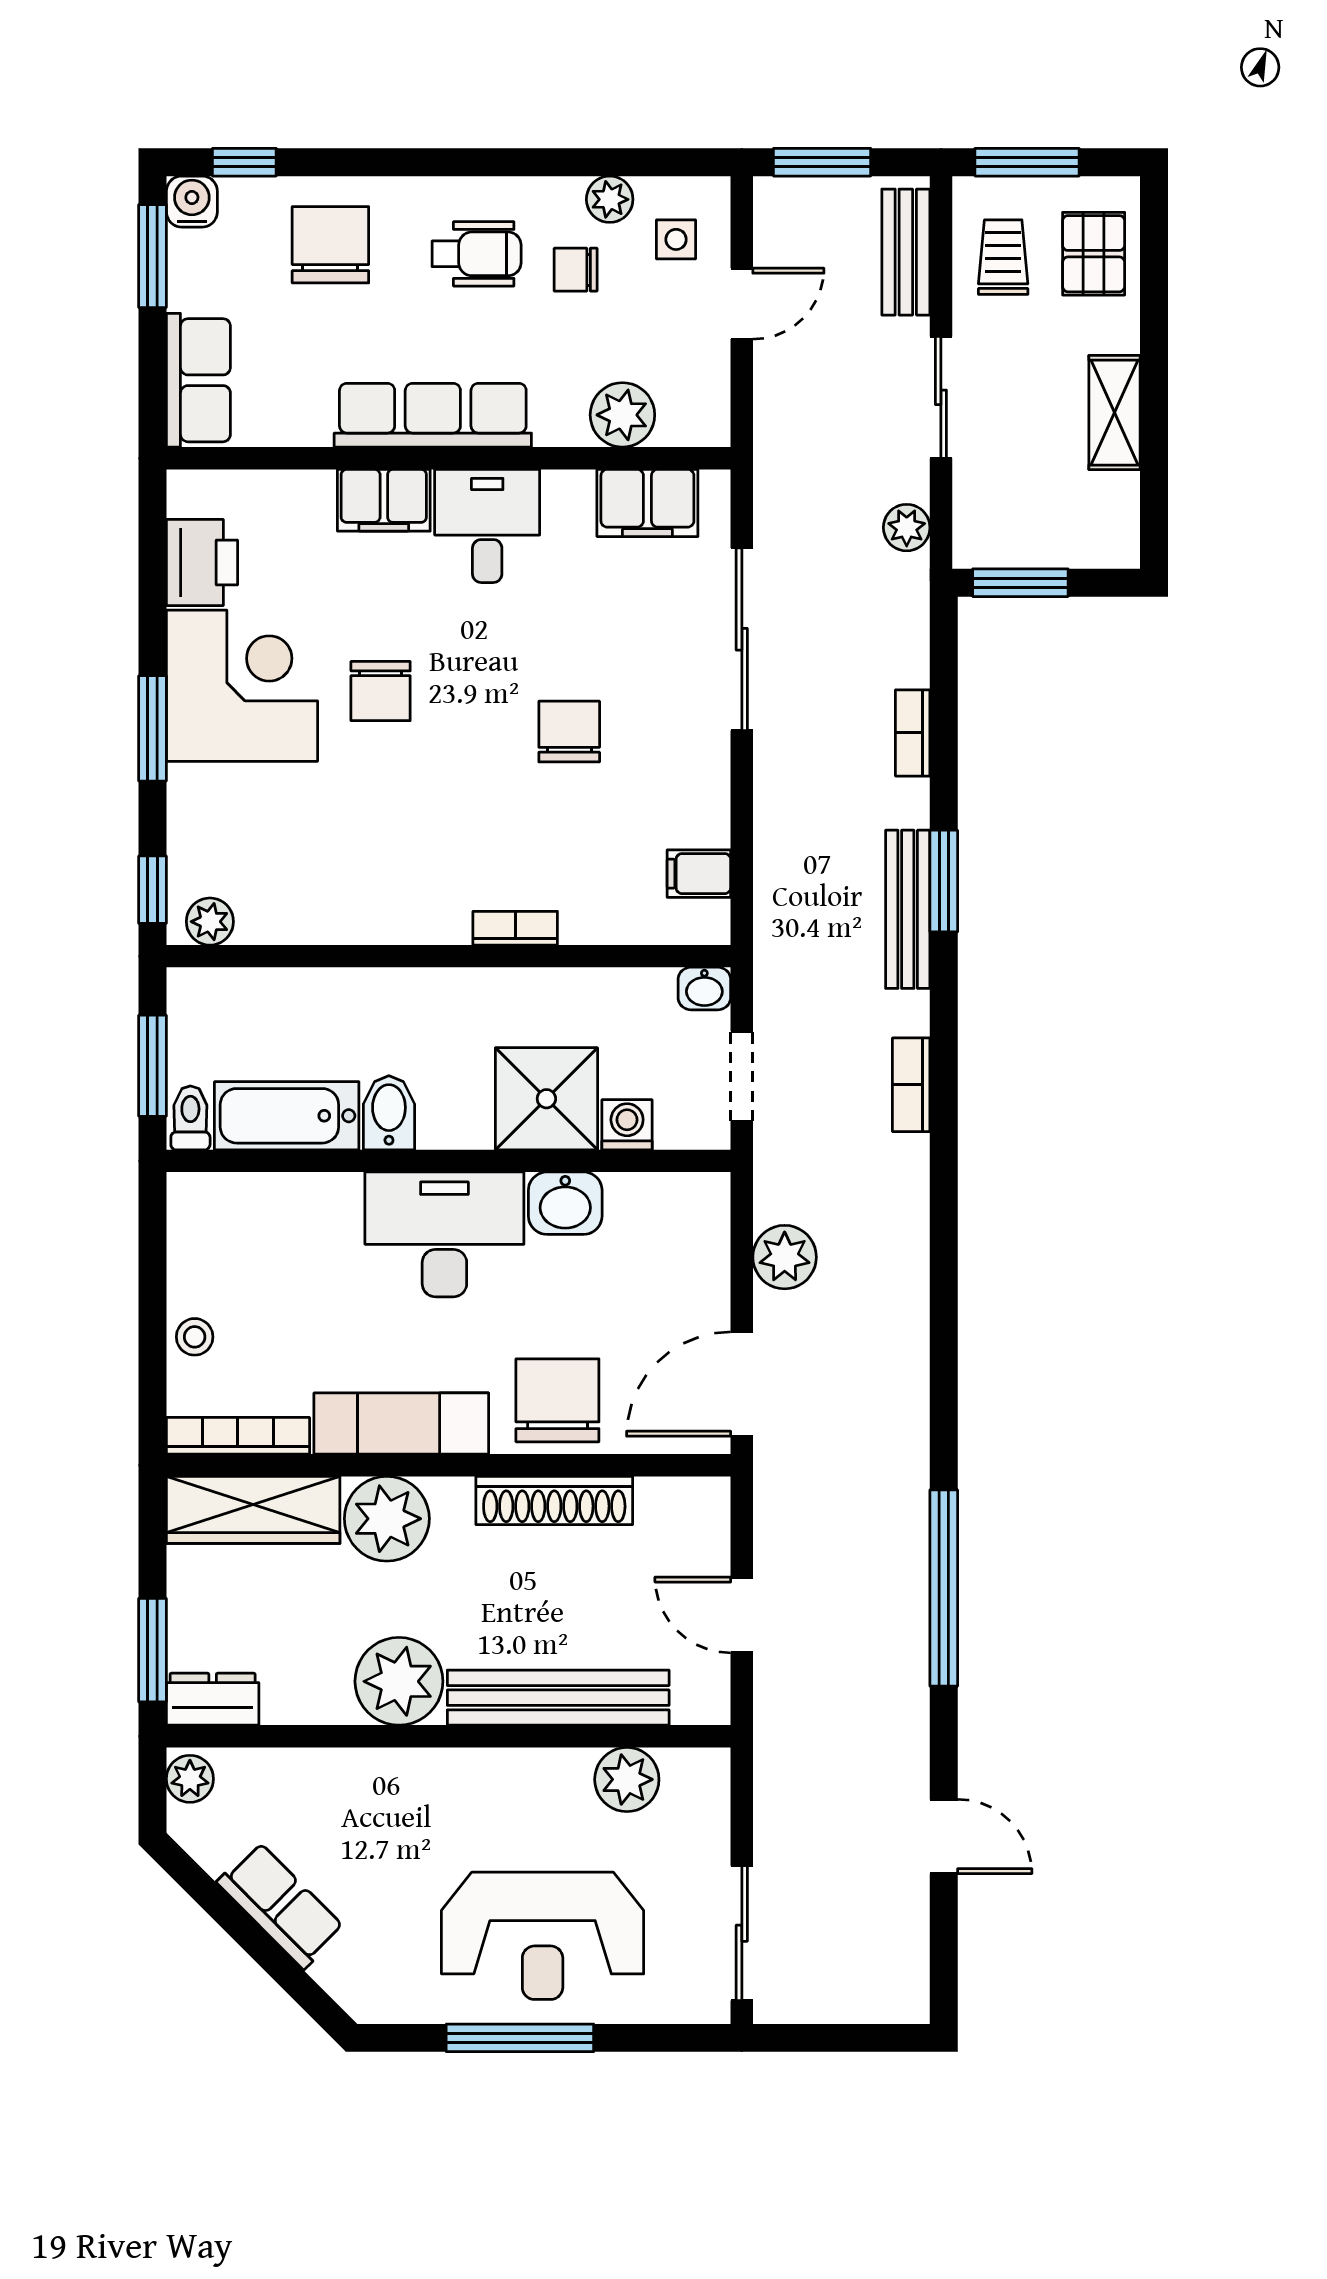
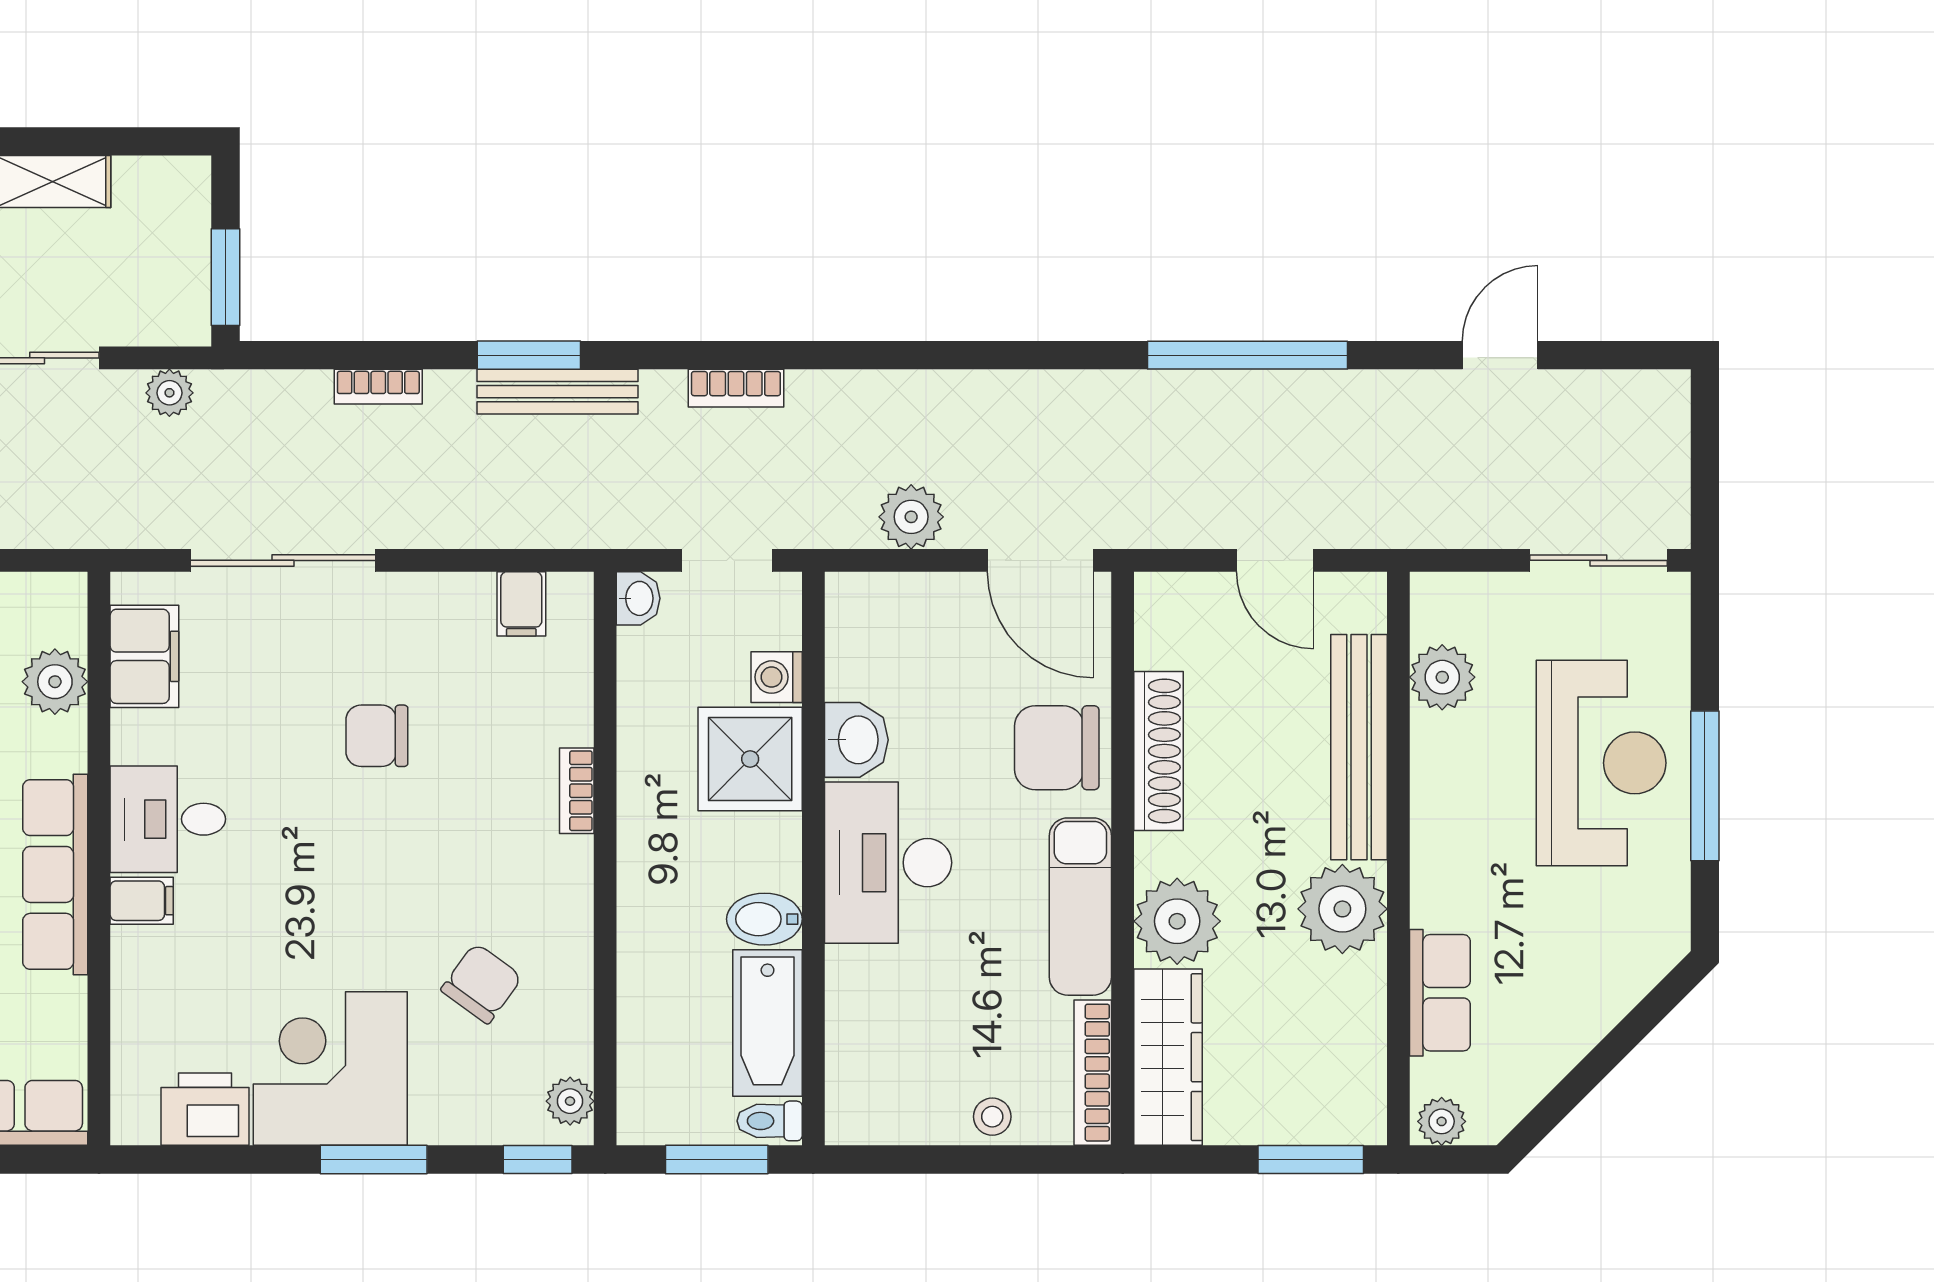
filing cabinet: (384, 500) -> (142, 901), width x0.50
chair: (381, 691) -> (482, 983), moved, turned -54
door: (742, 1615) -> (1275, 560), hinge flipped
dresser: (213, 1699) -> (1361, 1098), removed
row of seats: (281, 1905) -> (1440, 993), moved, turned 135

